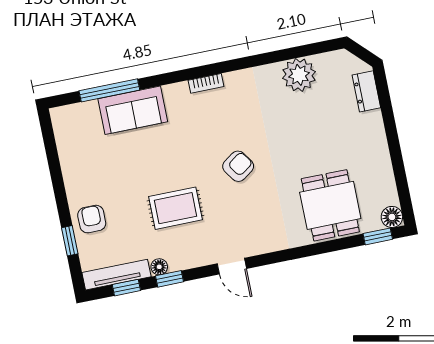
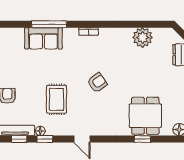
window: (109, 90) -> (49, 24), moved
rug: (176, 208) -> (56, 99), turned 90
window: (378, 236) -> (142, 139), moved

